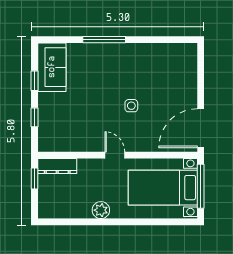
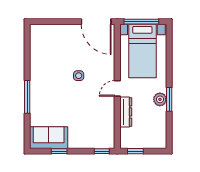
window: (35, 117) -> (102, 151), moved
dresser: (57, 166) -> (126, 112), moved
window: (101, 222) -> (169, 99), added

